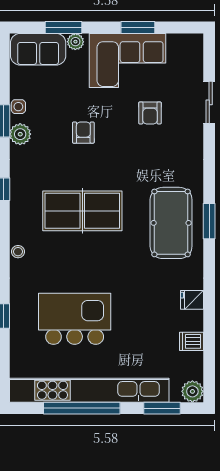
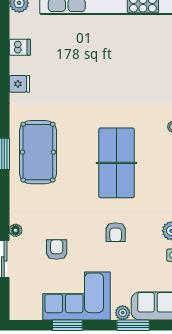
floor lamp: (196, 135) -> (16, 230), added
table tennis table: (82, 211) -> (117, 163), turned 90
kitchen island: (75, 319) -> (123, 67), removed

